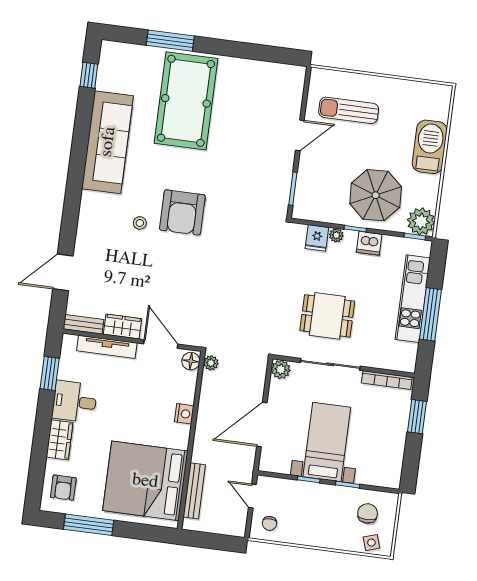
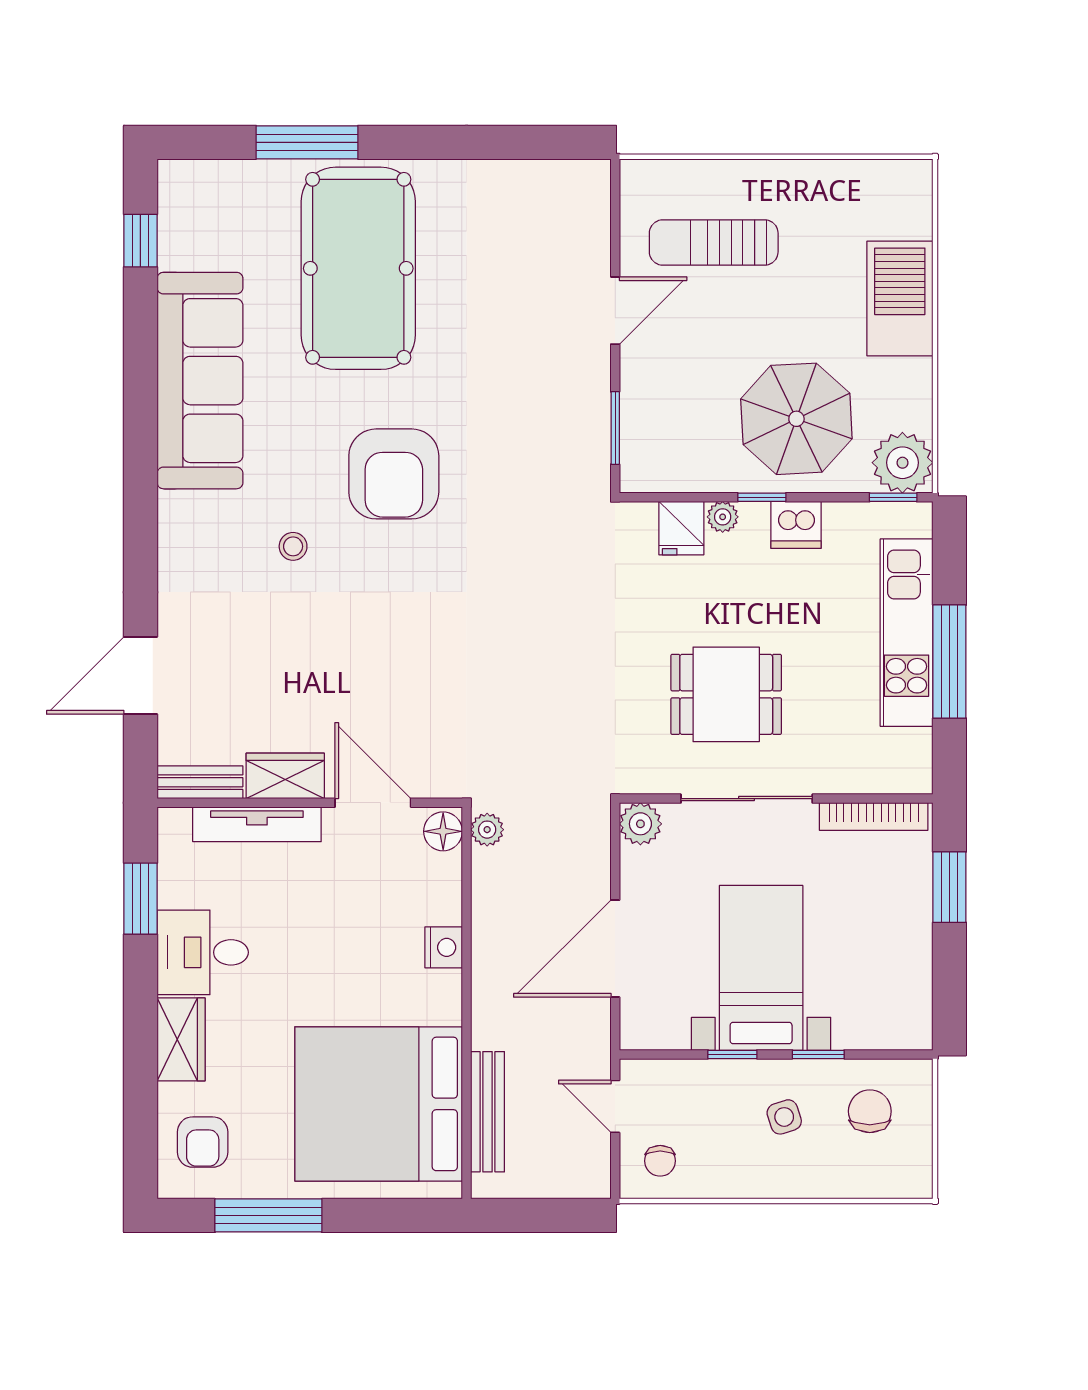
armchair: (182, 212) -> (394, 474), moved
side table: (371, 543) -> (784, 1117), moved

